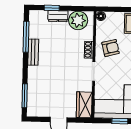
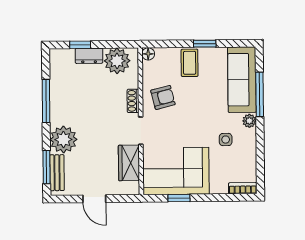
window: (26, 37) -> (46, 101), moved
bench: (33, 52) -> (57, 173), moved
plant: (38, 76) -> (63, 139), added
wardrobe: (84, 105) -> (129, 163), moved

